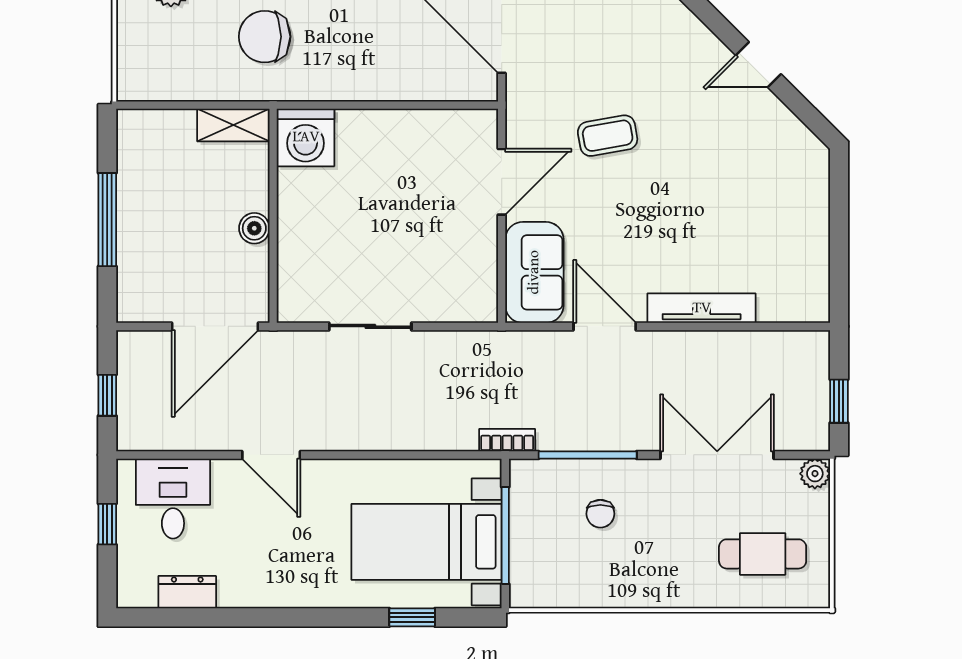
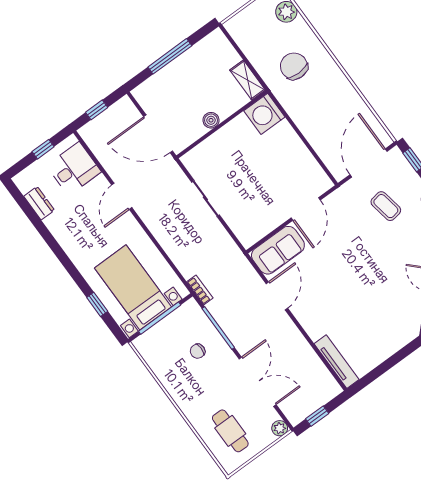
coffee table: (608, 136) -> (386, 206), moved
door: (502, 182) -> (306, 209), hinge flipped
tv unit: (702, 308) -> (337, 362), moved

